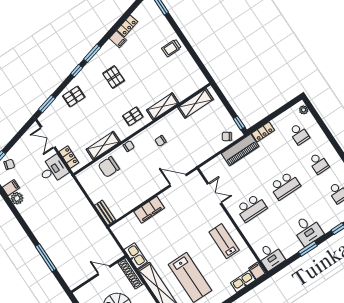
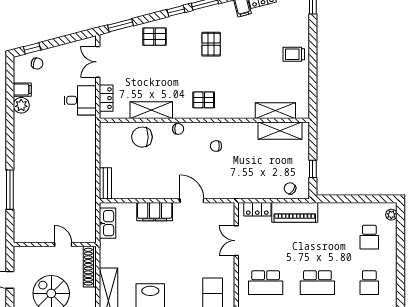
shelving: (163, 106) -> (275, 111), moved
window: (239, 123) -> (313, 169), moved
locker: (263, 132) -> (257, 209), moved
door: (178, 180) -> (192, 201), moved
double door: (214, 193) -> (236, 241), swing flipped
kitchen sink: (136, 256) -> (107, 223), moved

